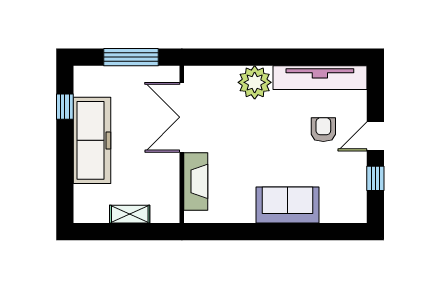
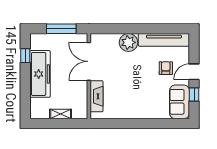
sofa: (288, 205) -> (180, 102), moved, turned -90

